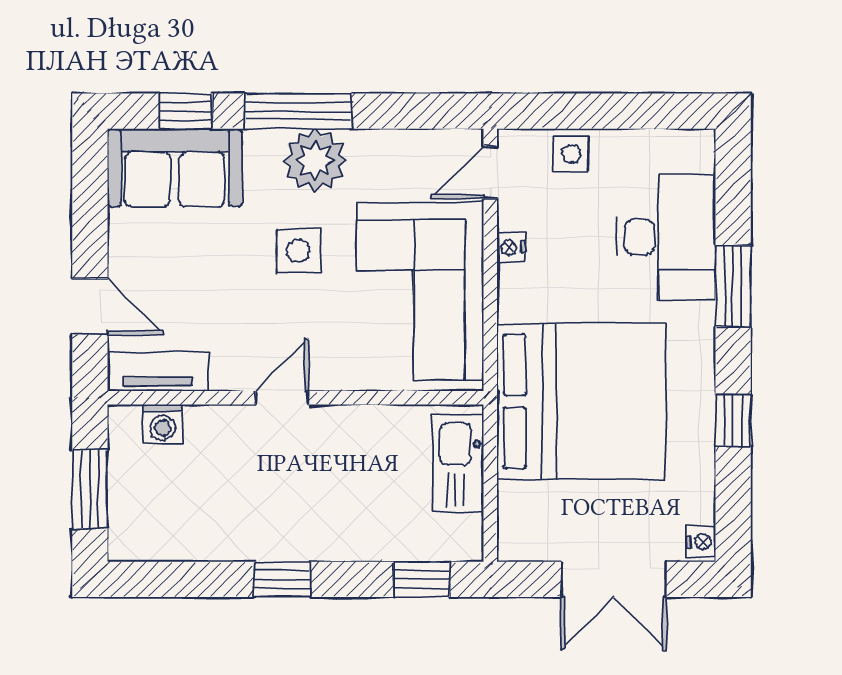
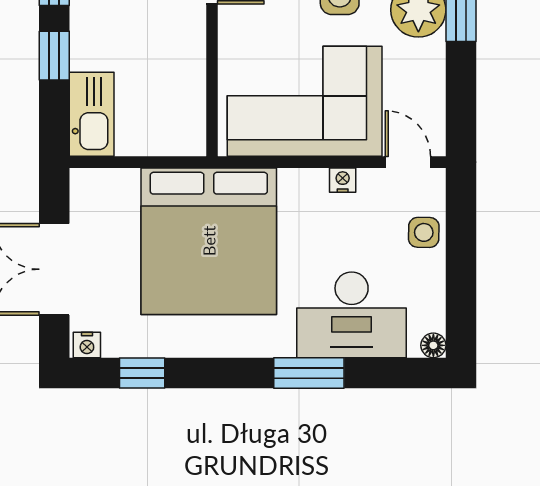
floor lamp: (701, 143) -> (433, 345), added
window: (733, 421) -> (142, 373), moved
kitchen sink: (458, 463) -> (92, 114), moved, turned 90
window: (422, 579) -> (54, 56), moved

